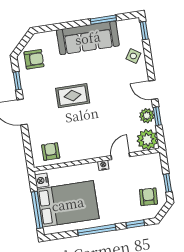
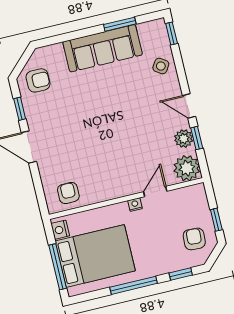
rug: (73, 96) -> (90, 122), removed

